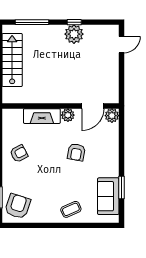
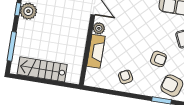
armchair: (76, 152) -> (158, 59), moved

